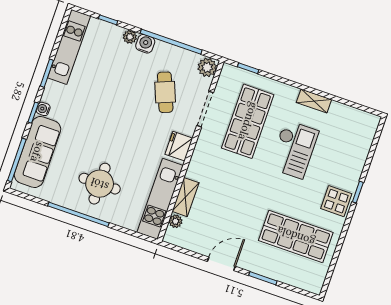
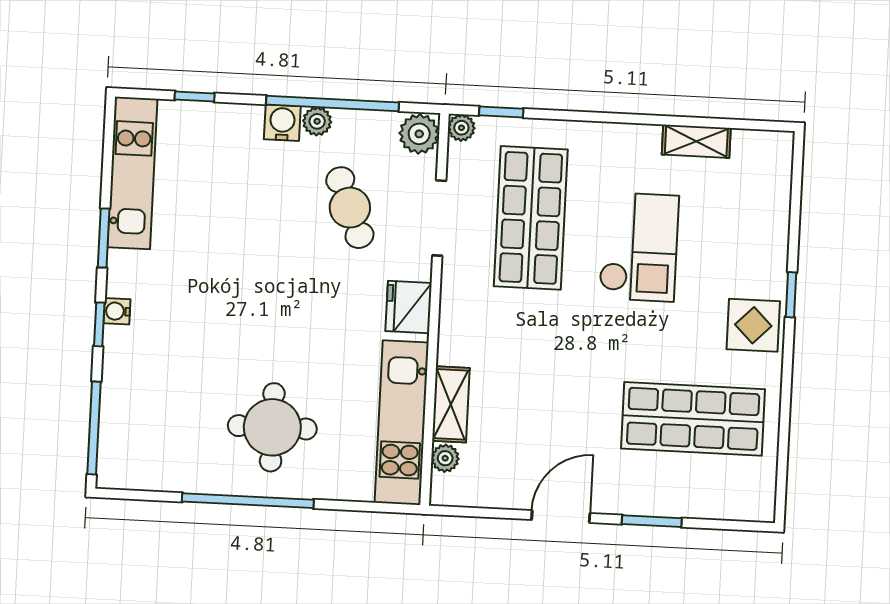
plant: (130, 37) -> (317, 121), moved
plant: (228, 70) -> (461, 128), added
shelving: (314, 101) -> (696, 141), moved
sofa: (37, 152) -> (131, 400), removed

